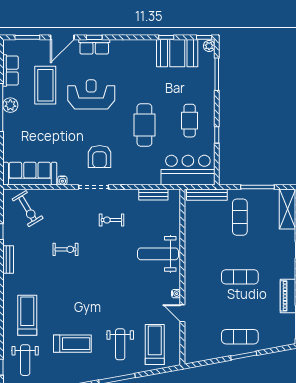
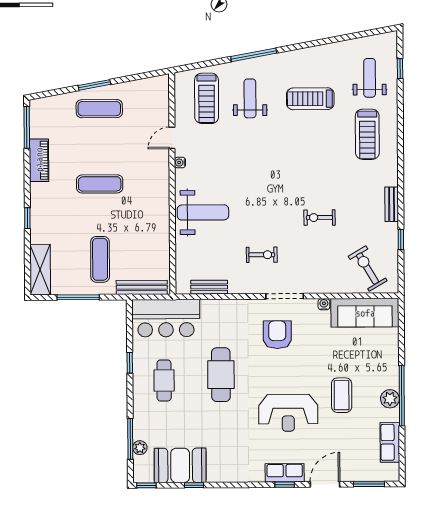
plant: (209, 46) -> (140, 448), moved
coffee table: (45, 85) -> (342, 395), moved, width x0.73, depth x0.76
door: (182, 313) -> (172, 138), swing flipped

